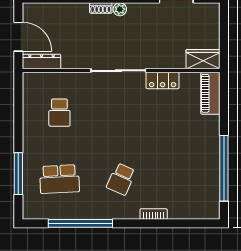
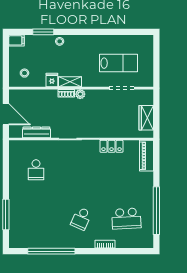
wardrobe: (203, 59) -> (146, 118), moved, turned -90
dresser: (41, 61) -> (36, 132), moved
school desk: (59, 179) -> (126, 219), moved

